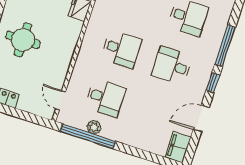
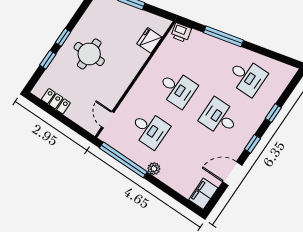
window: (225, 46) -> (273, 113), width x0.46
plant: (94, 127) -> (154, 169), moved

